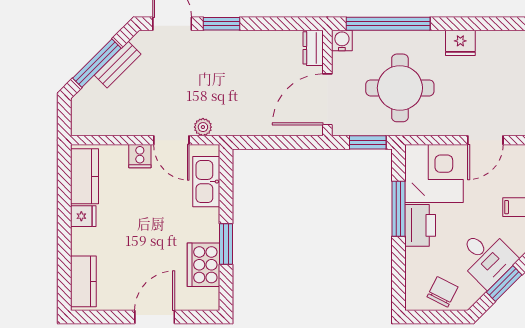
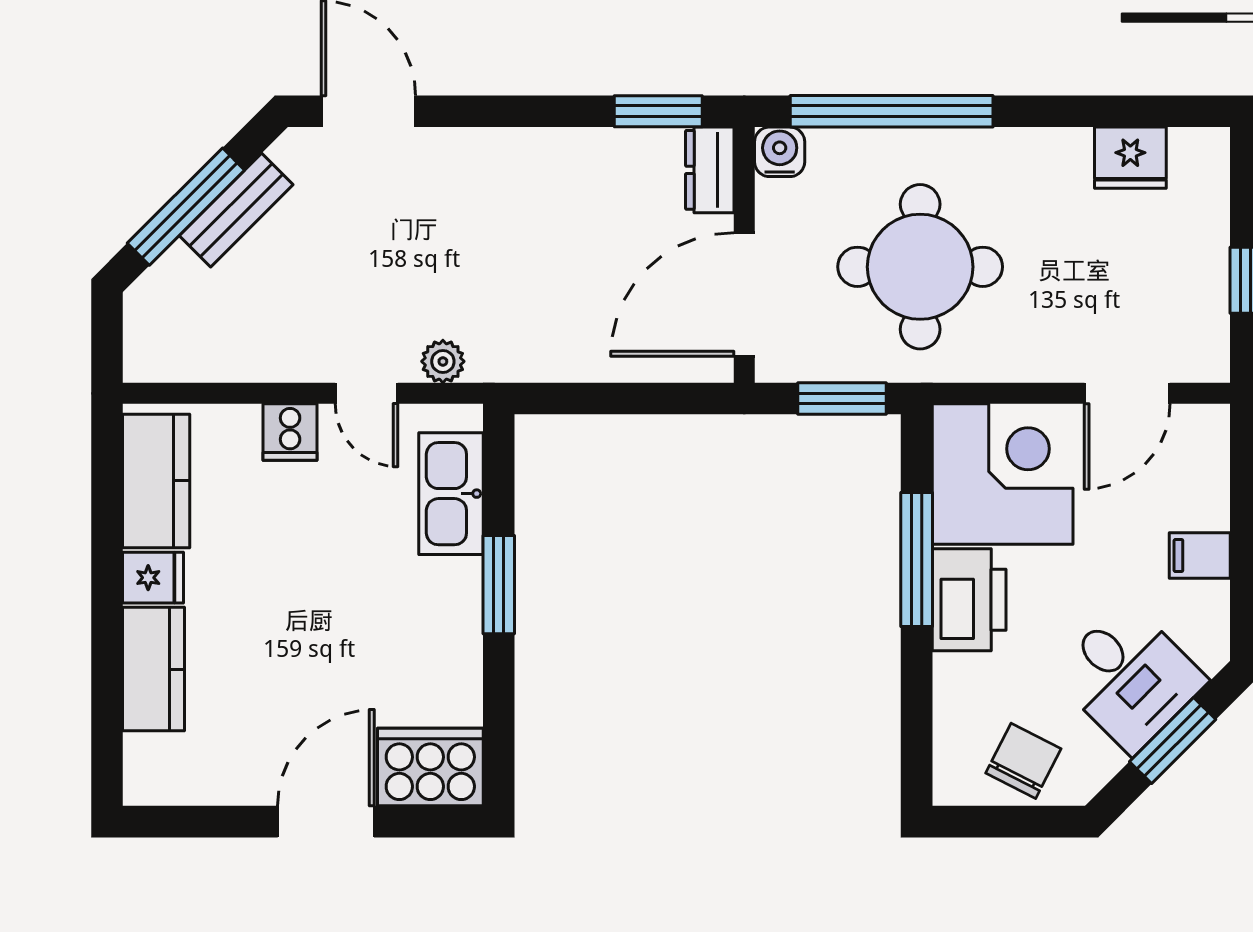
window: (222, 24) -> (658, 111), moved
fridge: (460, 43) -> (1130, 158), moved
door: (171, 140) -> (366, 393), width x0.73
window: (226, 244) -> (499, 585), moved
cooker: (203, 265) -> (430, 767), moved, turned 90
kitchen counter: (83, 281) -> (154, 669), moved

